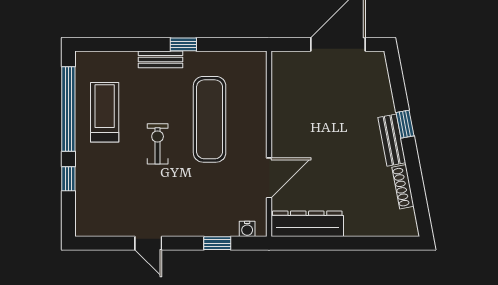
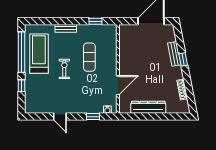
window: (183, 44) -> (96, 21), moved
treadmill: (105, 112) -> (39, 54), width x1.37, depth x1.38
exercise mat: (210, 119) -> (89, 57), width x0.73, depth x0.69
bench: (392, 140) -> (174, 54), moved
dresser: (307, 224) -> (148, 107), moved

